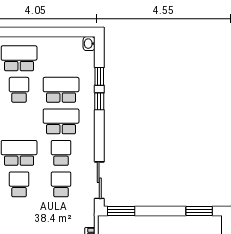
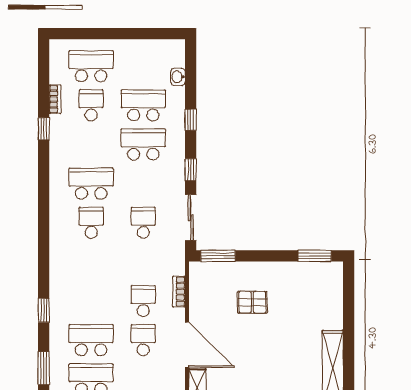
washbasin: (89, 44) -> (178, 77), moved
window: (99, 76) -> (191, 170), moved
school desk: (61, 153) -> (143, 184), removed

